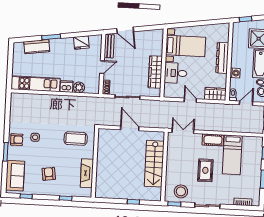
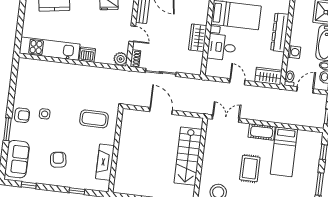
door: (102, 67) -> (132, 34), hinge flipped
wardrobe: (155, 72) -> (198, 38), width x0.67
plant: (79, 87) -> (121, 59), moved

